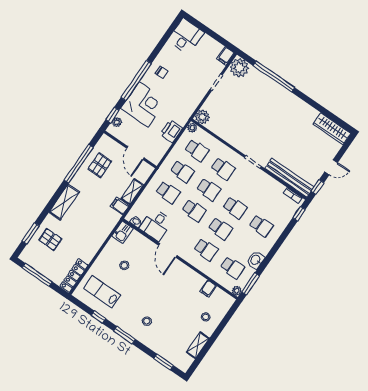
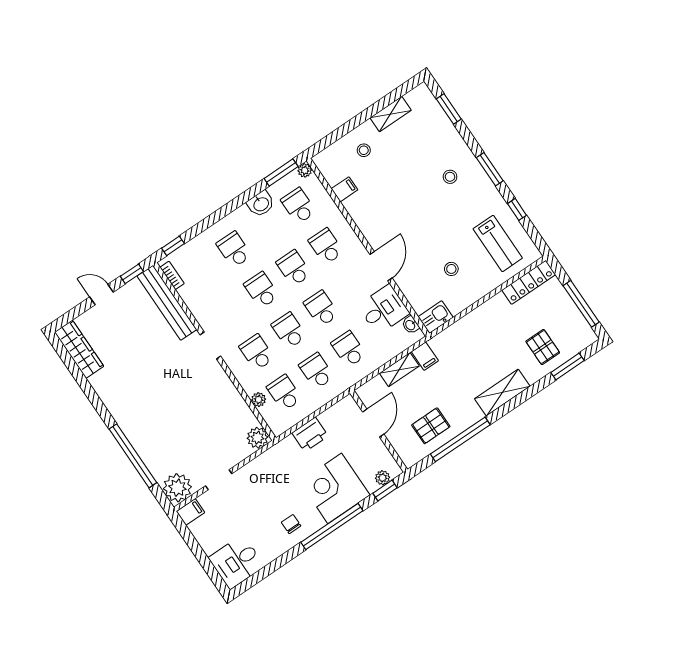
plant: (192, 128) -> (259, 400), moved

